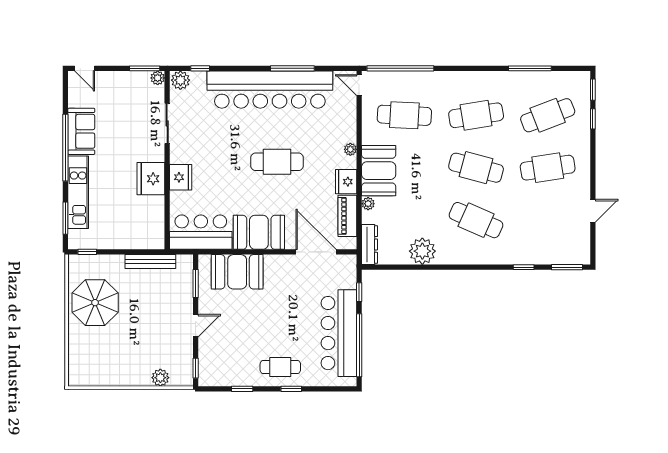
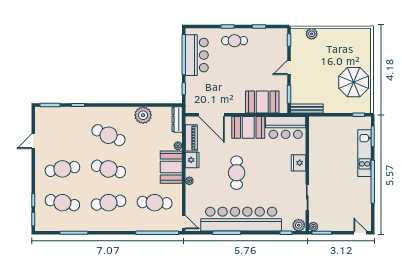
cafe table: (548, 115) -> (62, 203), turned 33
sofa: (81, 131) -> (363, 192), removed
cafe table: (277, 162) -> (237, 173), turned 90
fridge: (151, 179) -> (318, 162), removed
bench: (150, 262) -> (307, 109), moved
bar counter: (339, 333) -> (197, 55), width x0.73

